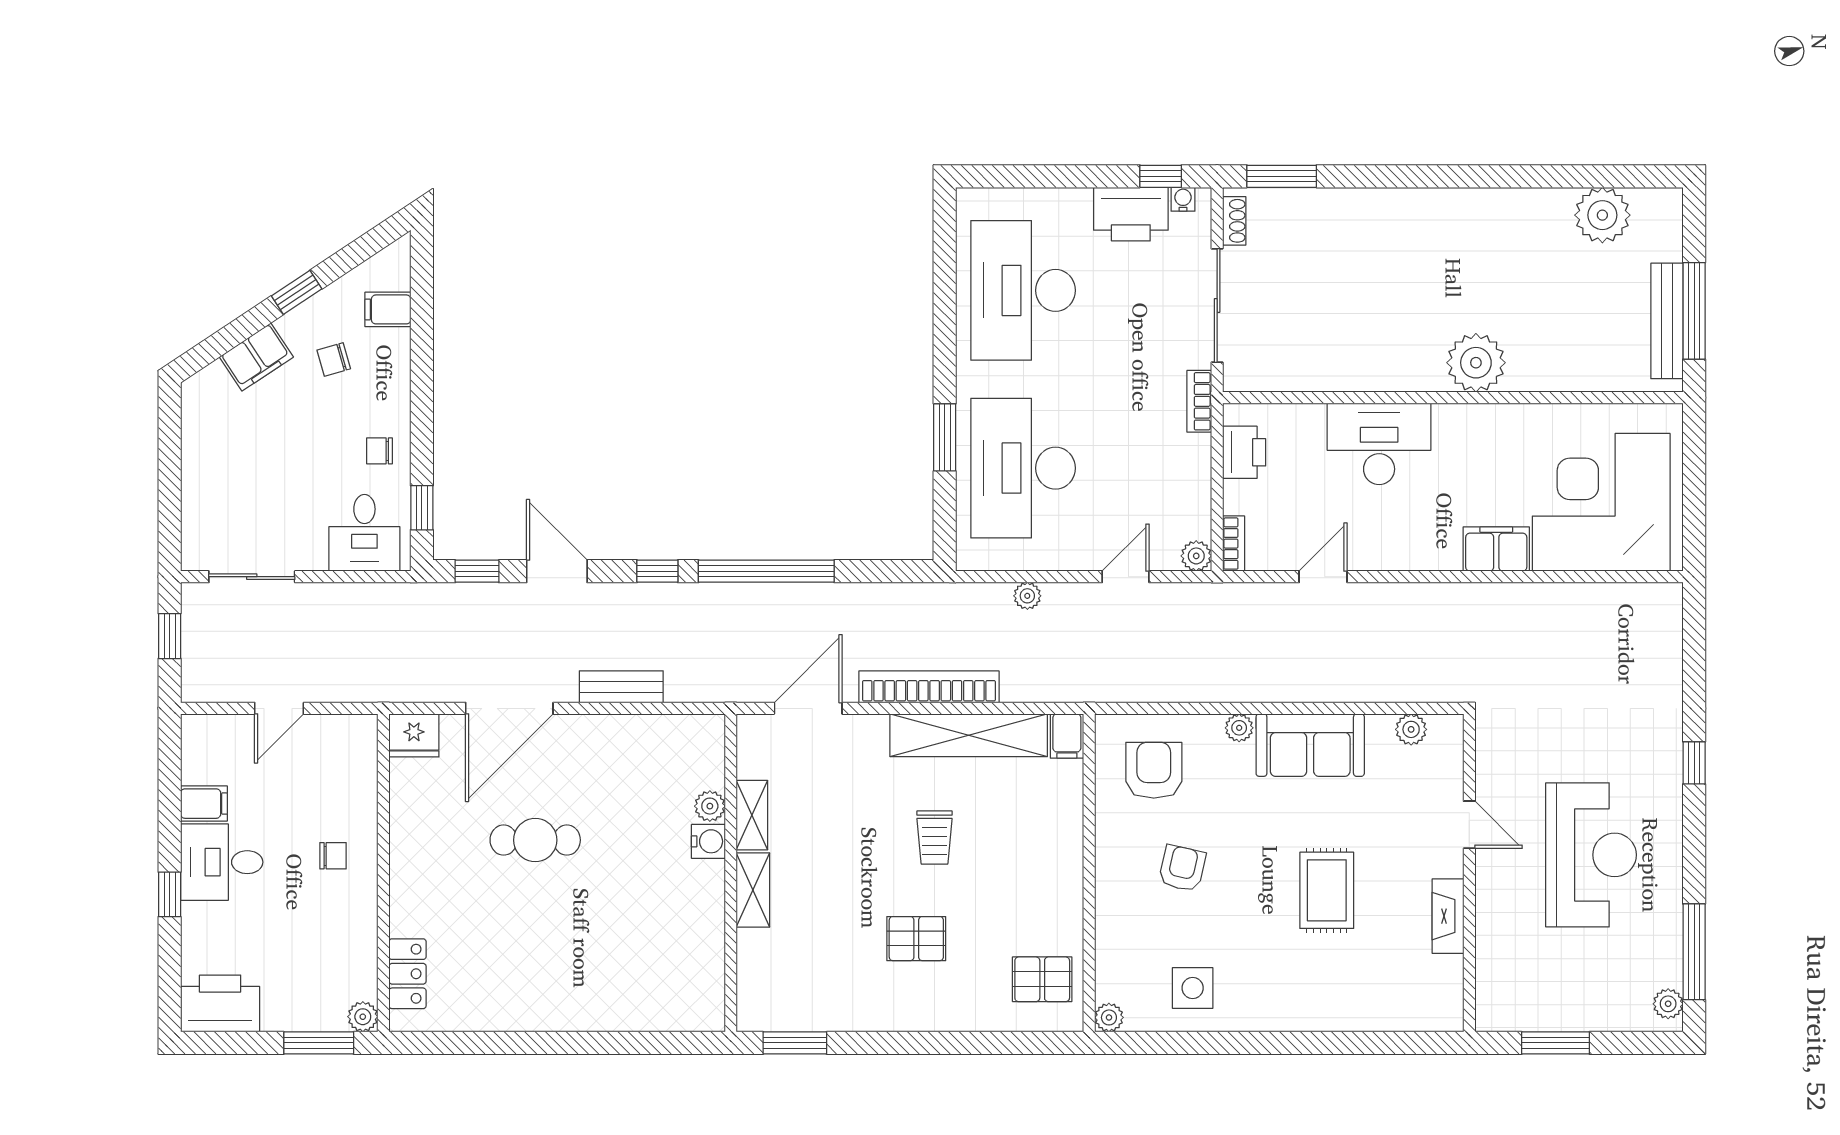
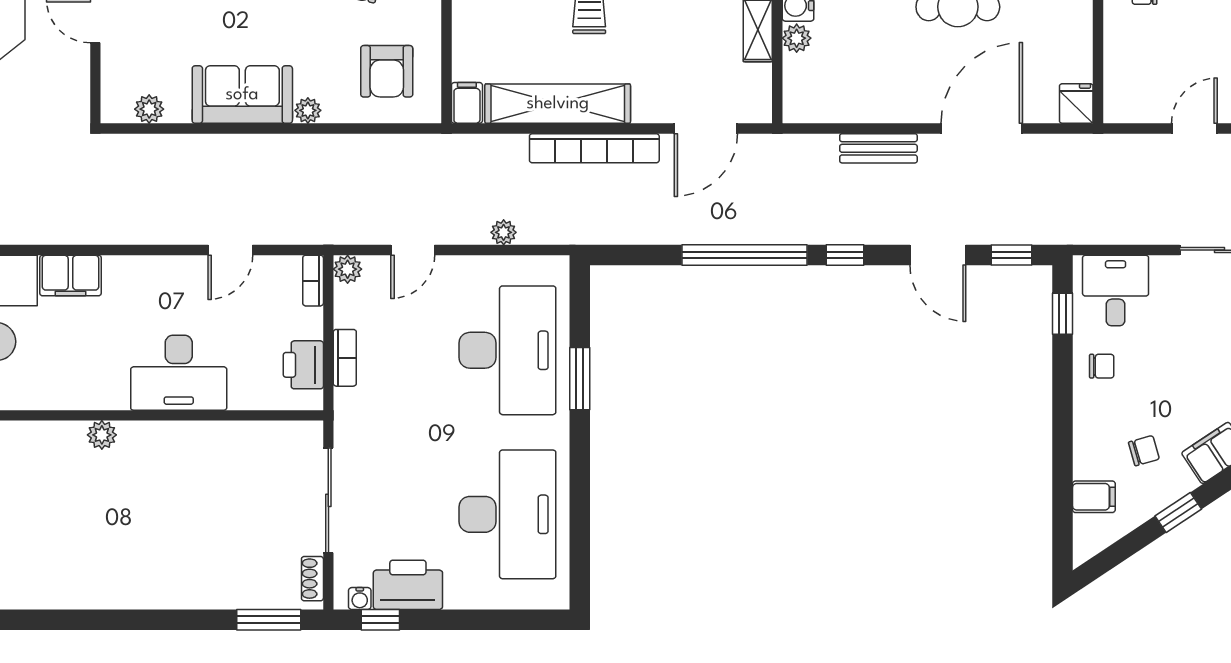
plant: (1476, 363) -> (102, 435), width x0.53, depth x0.53
bookcase: (1199, 401) -> (345, 358), moved
fridge: (414, 735) -> (1076, 104), width x0.72

